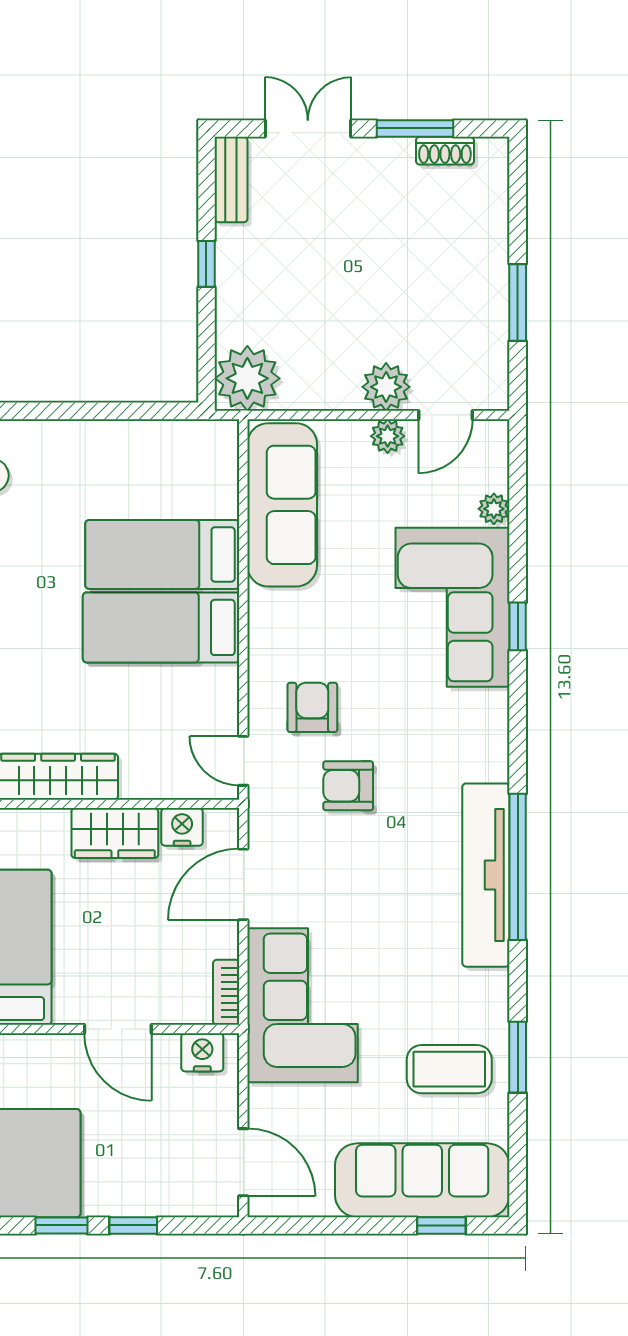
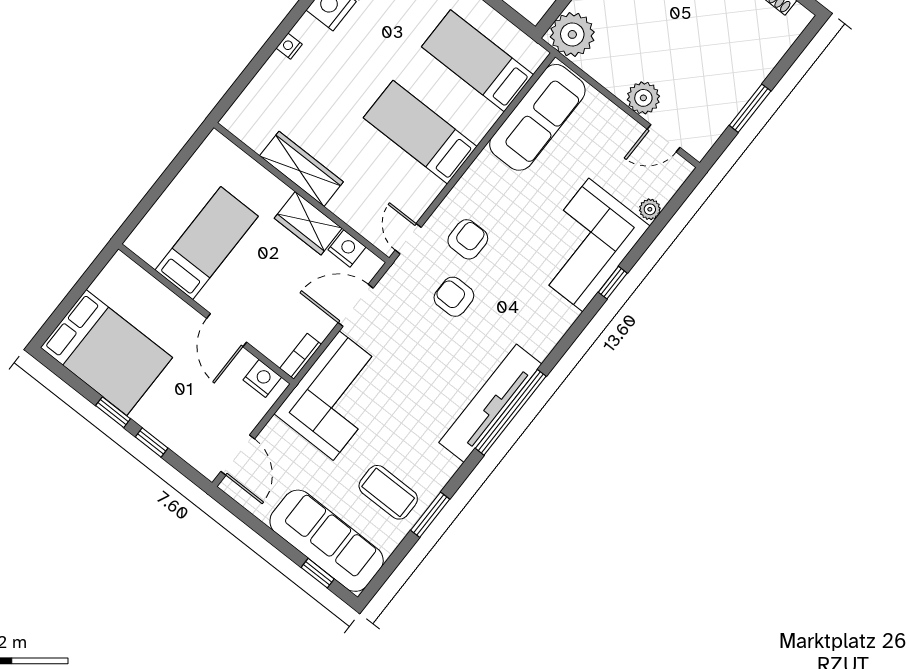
plant: (388, 436) -> (623, 125), removed
bed: (162, 554) -> (477, 61), moved

